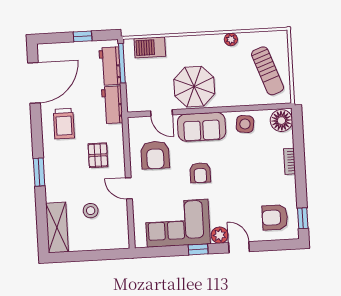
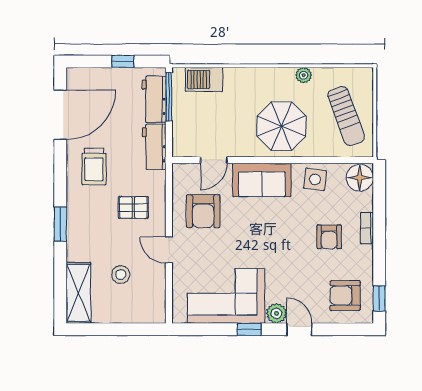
parasol: (194, 87) -> (281, 126), moved
door: (161, 113) -> (214, 160), hinge flipped
pallet: (98, 155) -> (133, 207), turned 90
armchair: (200, 173) -> (329, 237), moved

